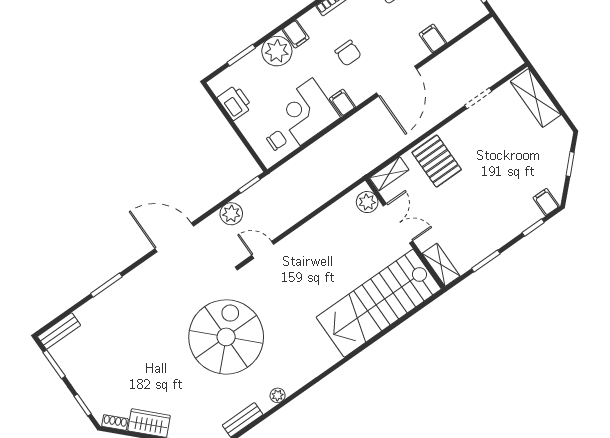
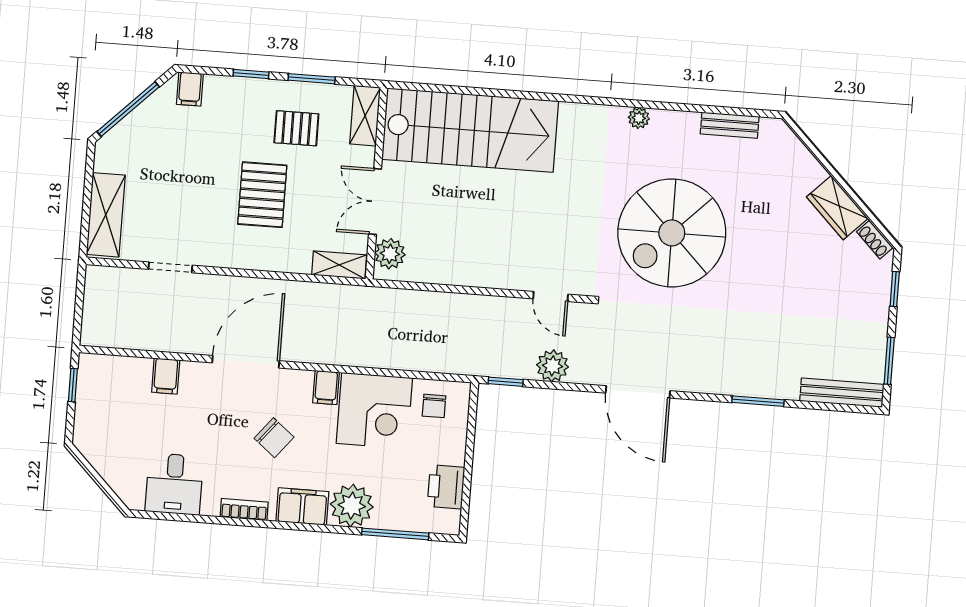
filing cabinet: (296, 34) -> (302, 507), width x2.00
chair: (348, 53) -> (274, 438), turned 129
window: (241, 55) -> (395, 534), width x1.44
chair: (277, 140) -> (434, 406), turned -90
pallet: (437, 161) -> (262, 195), moved
window: (570, 164) -> (128, 109), width x2.17
pallet: (472, 228) -> (296, 128), added
window: (533, 228) -> (251, 74), moved
bench: (59, 331) -> (842, 393), width x1.36
plant: (278, 395) -> (639, 118), moved

